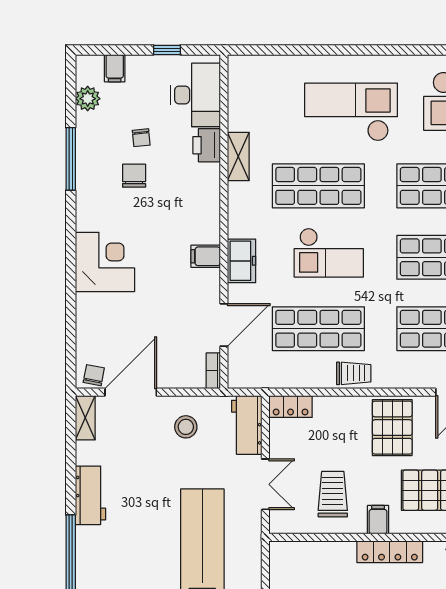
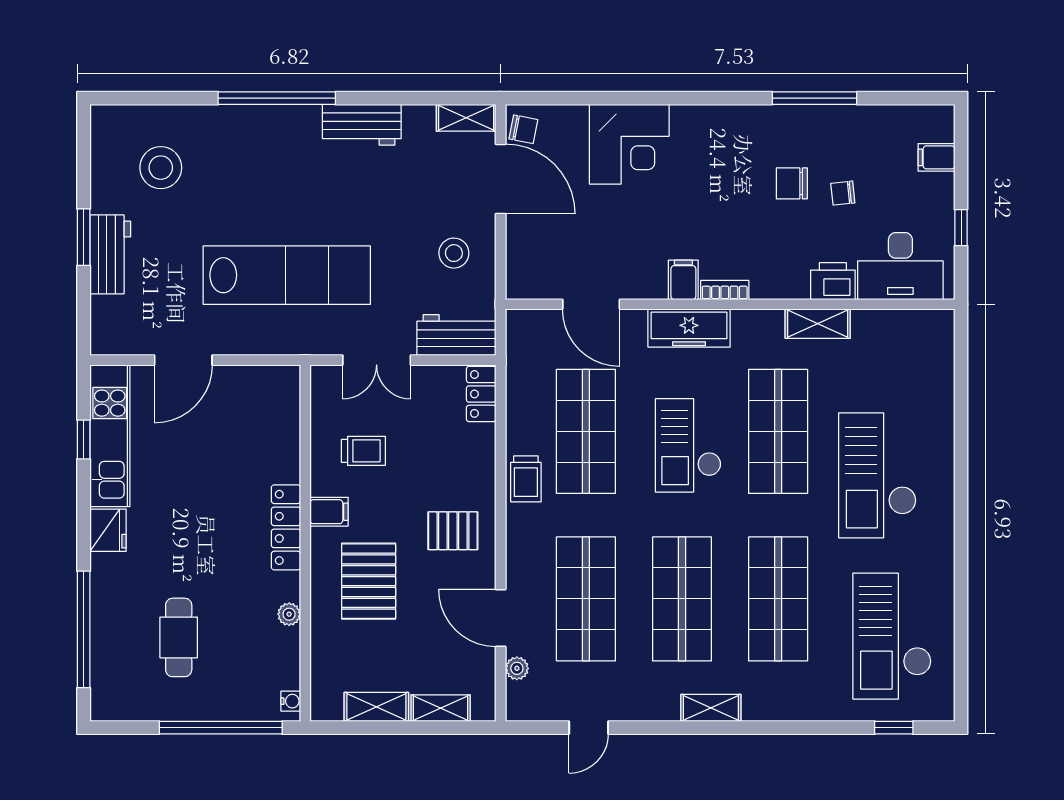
plant: (88, 99) -> (896, 121), removed
checkout: (351, 112) -> (877, 475), turned 180
chair: (134, 176) -> (792, 183), turned 180
freezer: (242, 261) -> (689, 328), width x1.40
corner desk: (105, 262) -> (629, 144), moved
bookcase: (213, 371) -> (725, 290), moved
pallet: (392, 428) -> (453, 531), width x0.67, depth x0.71
trolley: (333, 494) -> (363, 451), width x0.73, depth x0.72

